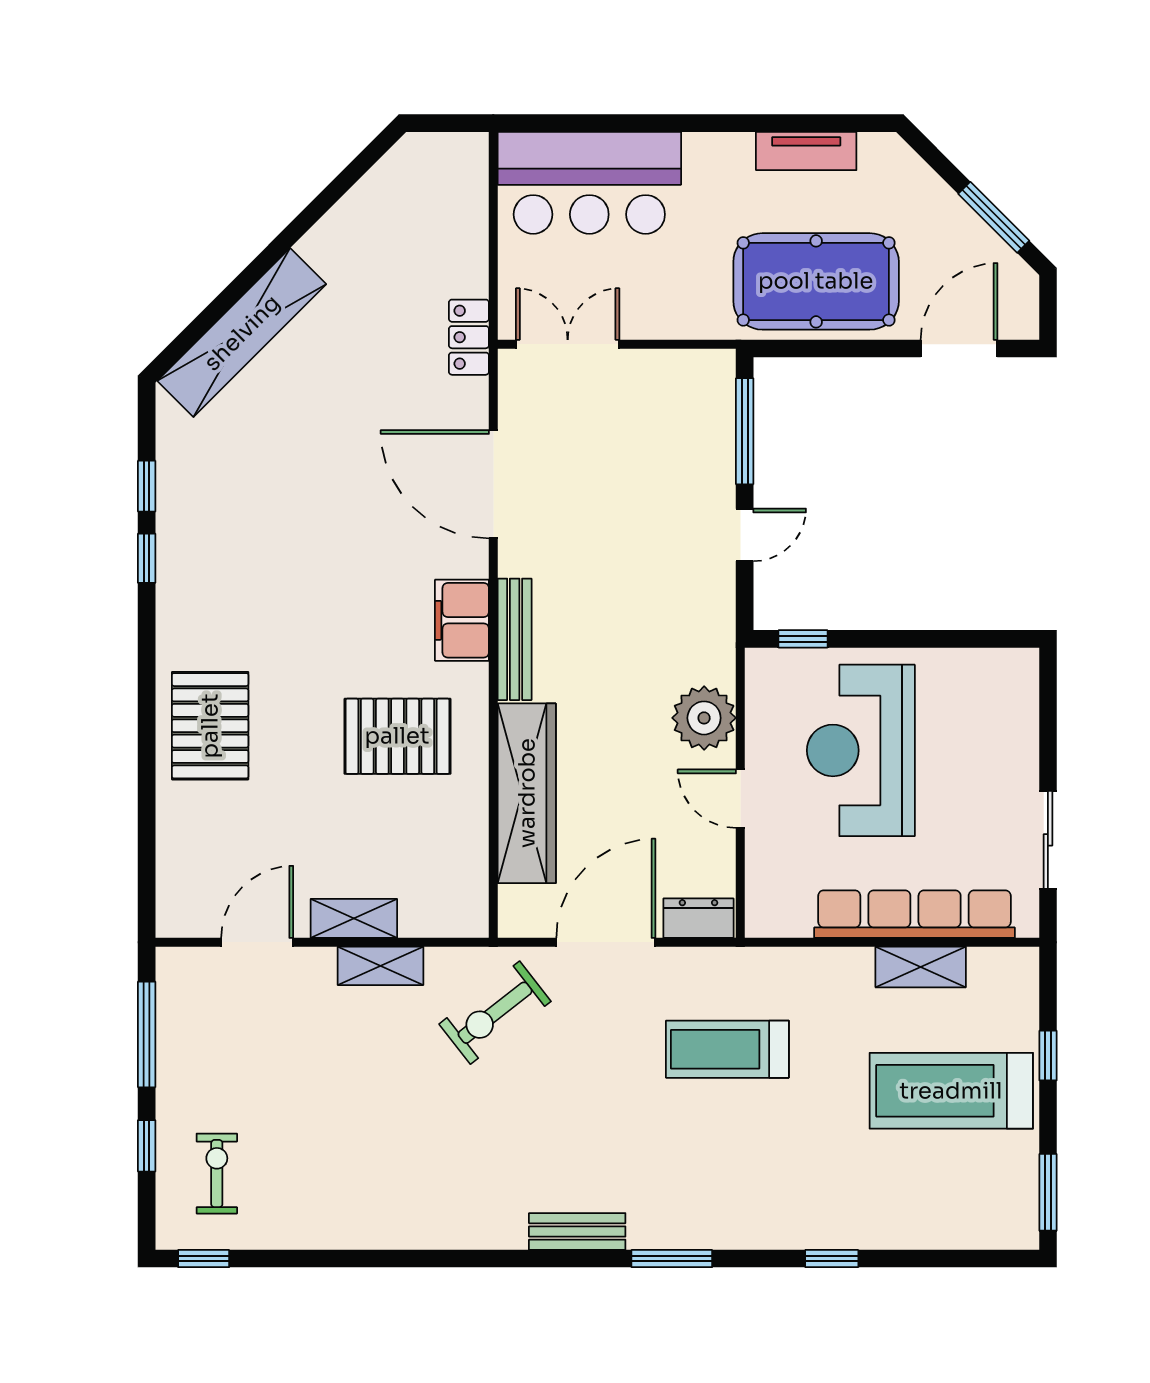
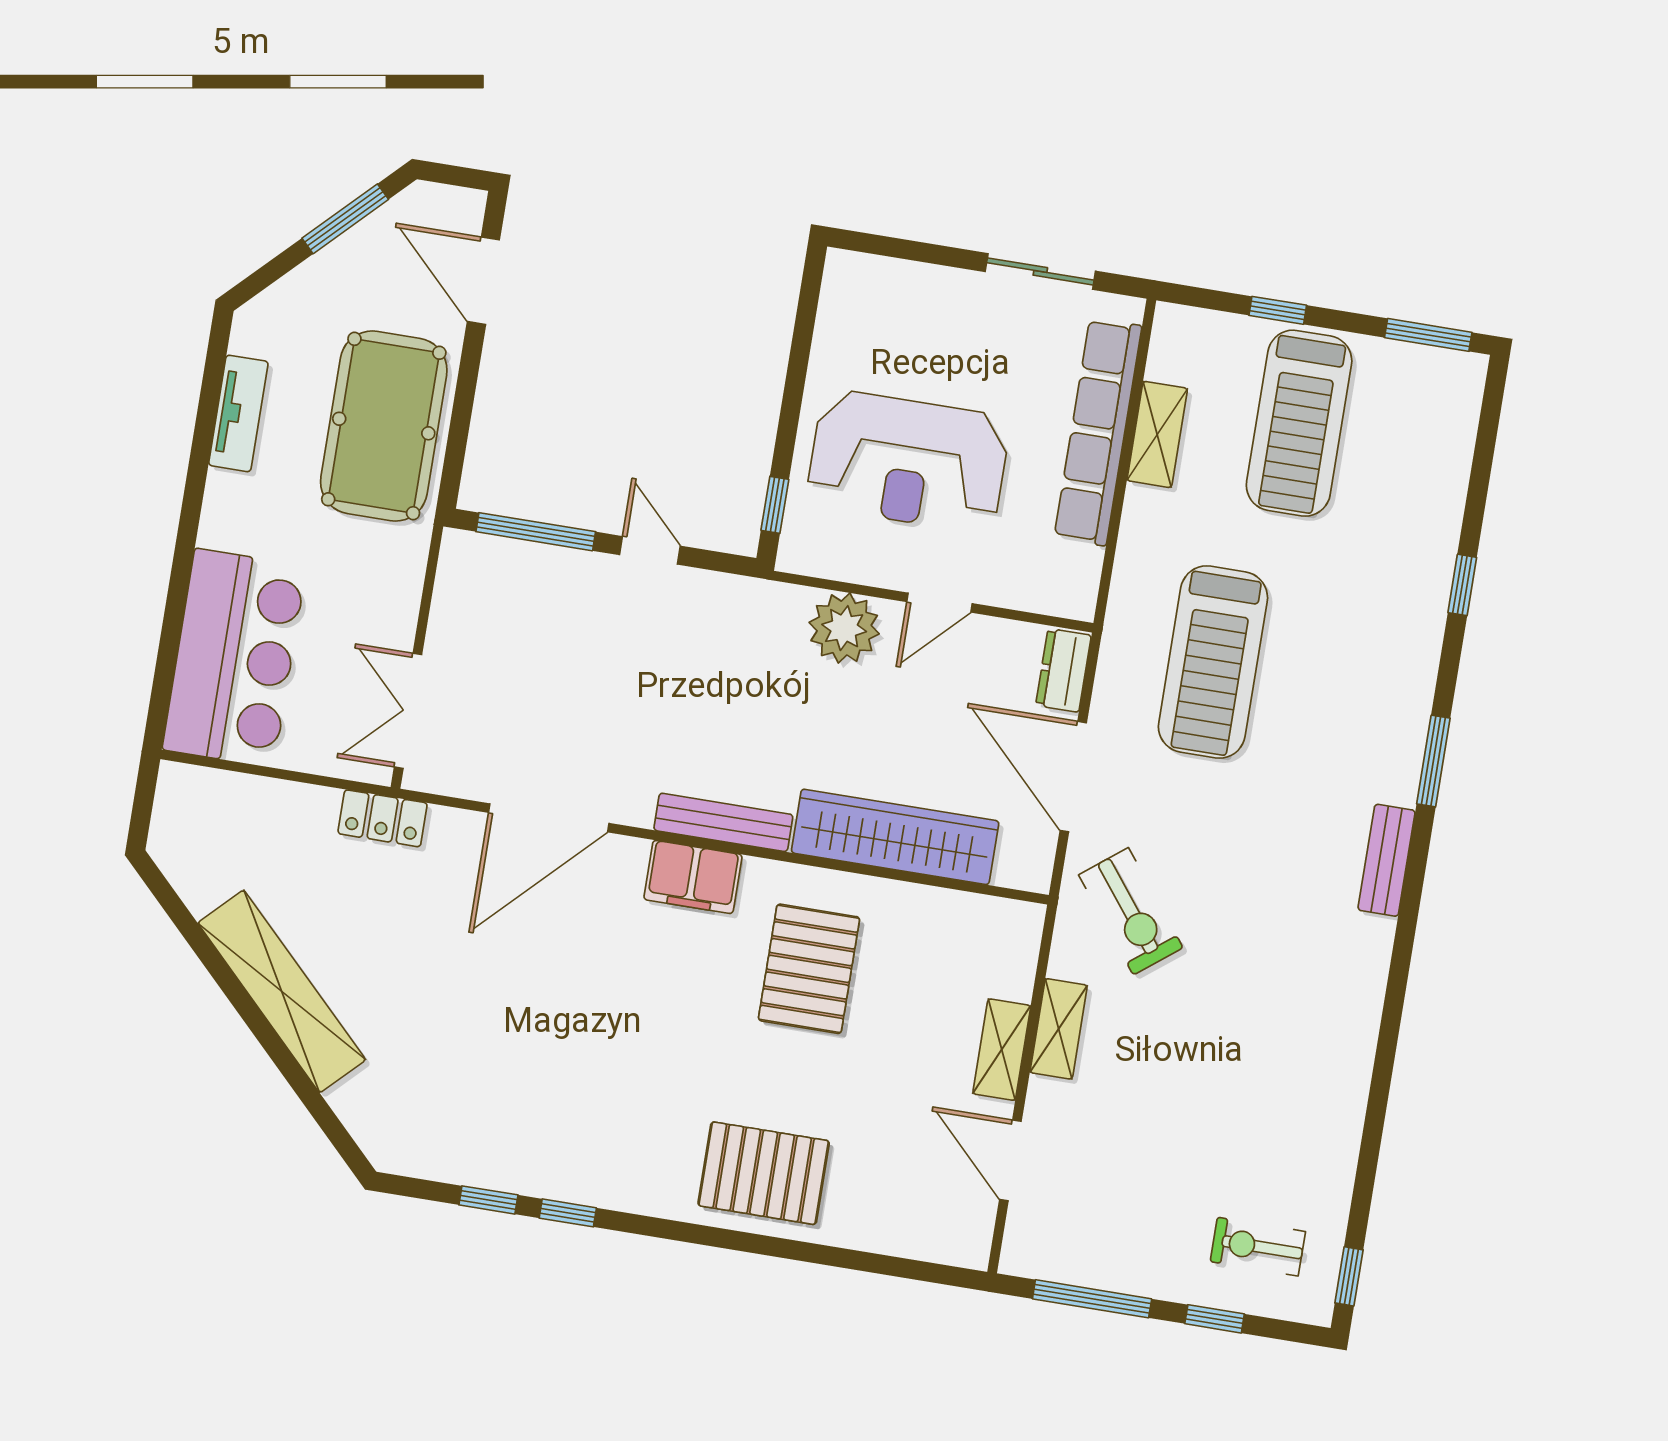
shelving: (242, 333) -> (282, 991), moved
treadmill: (727, 1049) -> (1213, 662), width x1.37, depth x1.38

